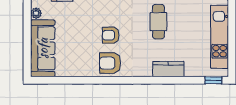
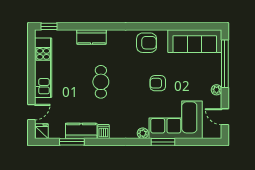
armchair: (111, 35) -> (158, 83), moved, turned 180
window: (27, 41) -> (225, 64), added
sofa: (43, 48) -> (195, 41), moved, turned -90

